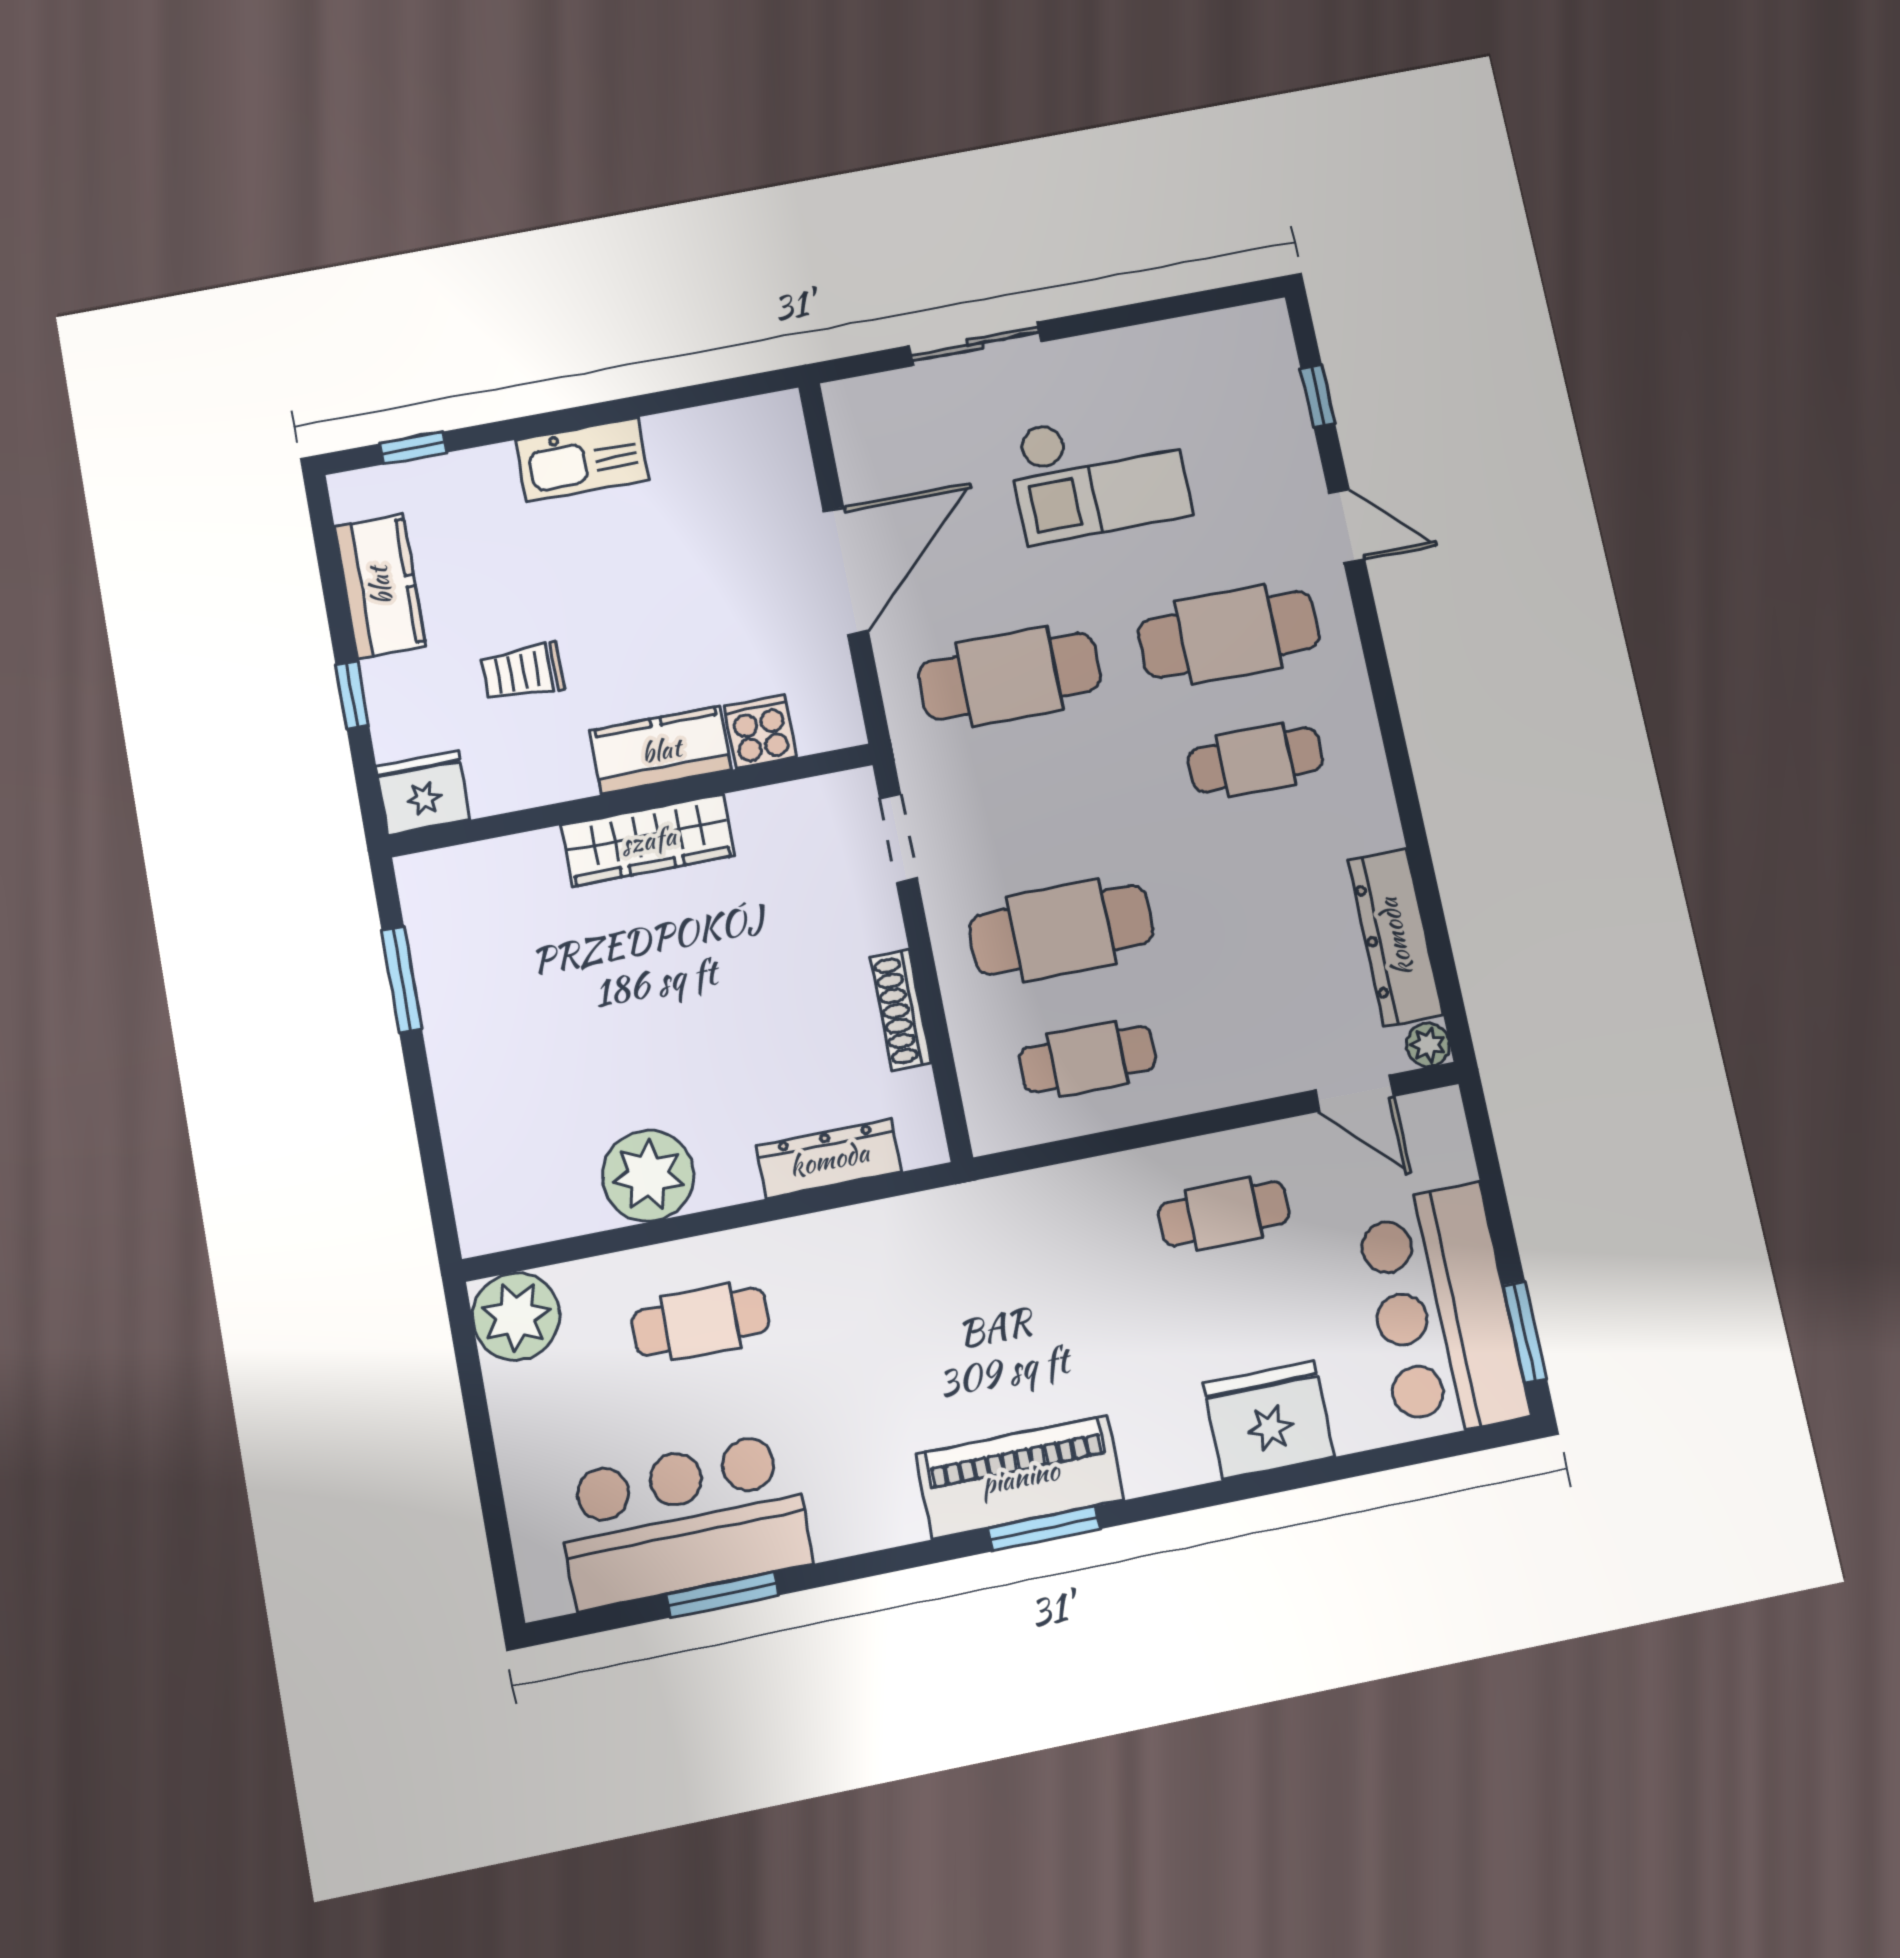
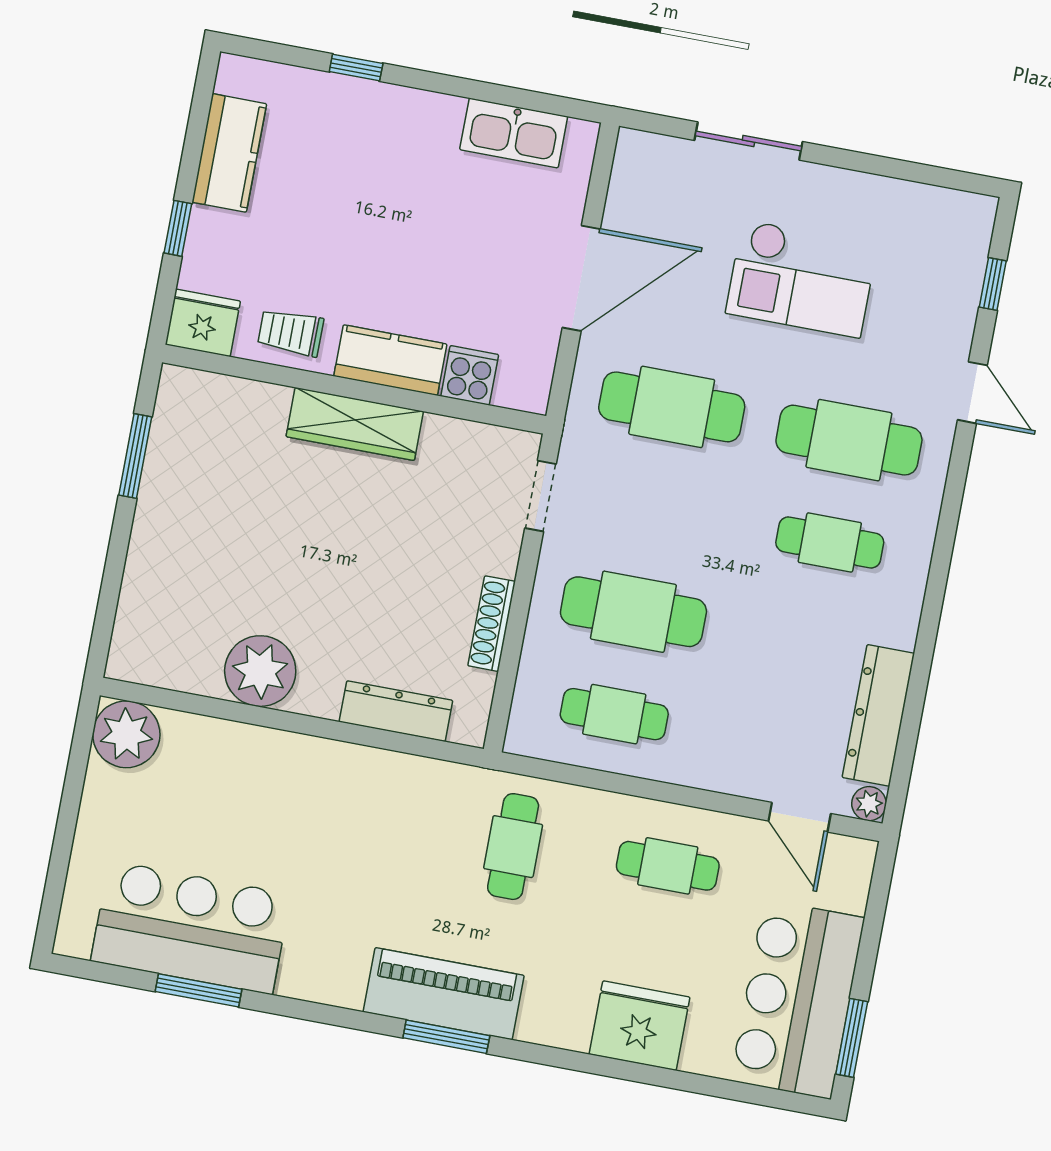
window: (413, 448) -> (356, 68), moved
kitchen sink: (582, 460) -> (514, 133), moved
trolley: (523, 672) -> (291, 333), moved
cafe table: (700, 1322) -> (513, 847), moved, turned 90

